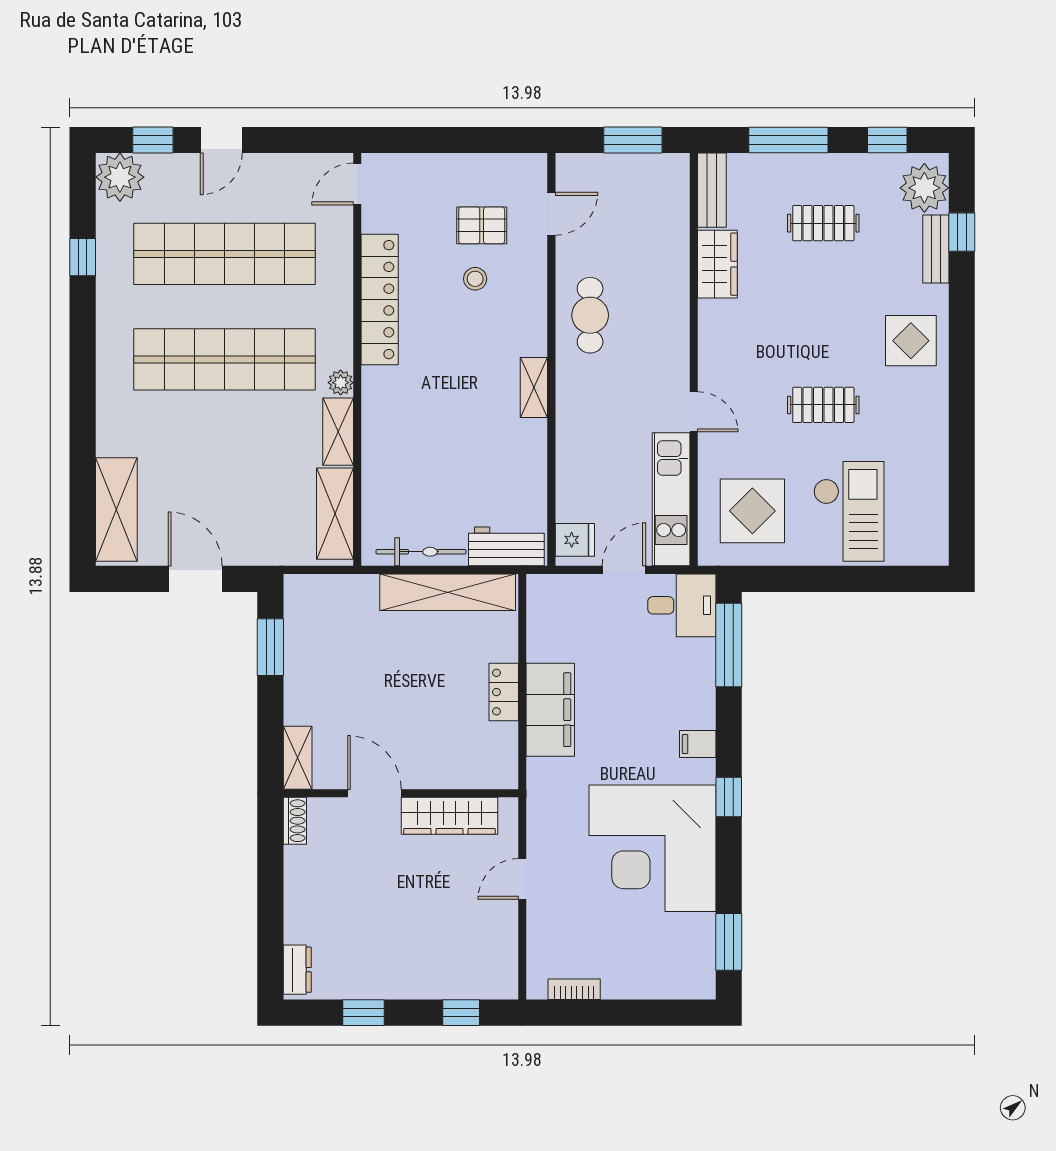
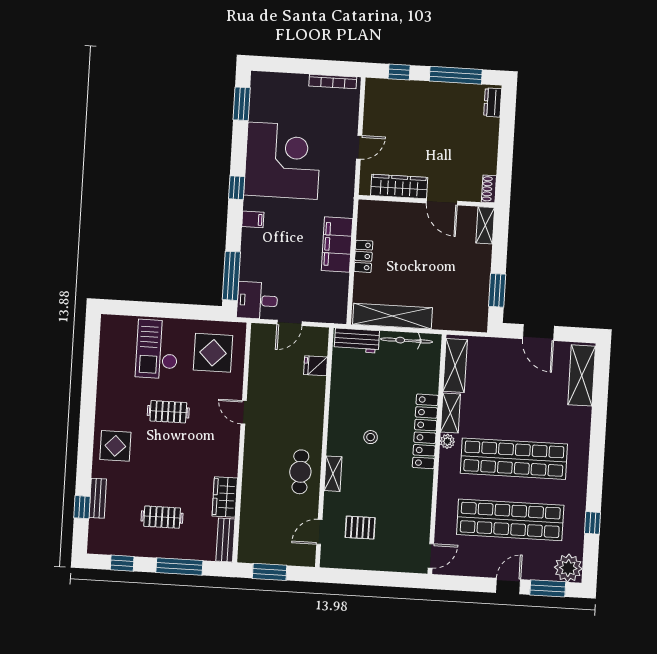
window: (153, 140) -> (548, 588), width x1.50
plant: (924, 188) -> (102, 534), removed
stool: (475, 279) -> (371, 437), moved
locker: (380, 300) -> (425, 431), moved
shelving: (534, 387) -> (333, 474), moved
kitchen unit: (671, 499) -> (260, 362), removed
fridge: (575, 540) -> (316, 366), moved
bookcase: (574, 989) -> (333, 82), width x1.56
window: (363, 1013) -> (456, 75), width x2.17

